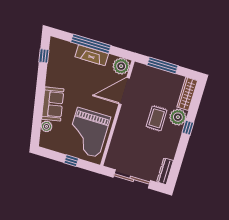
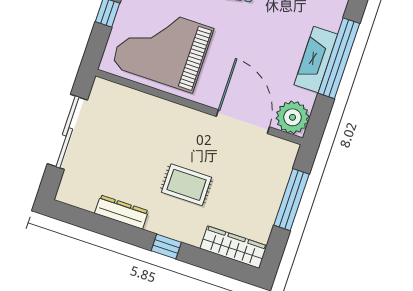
plant: (178, 117) -> (188, 227), removed
dresser: (165, 171) -> (121, 212), moved

